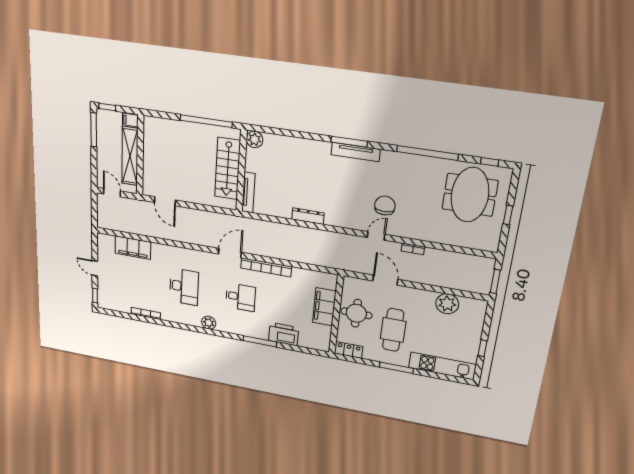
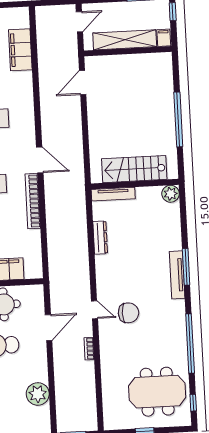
plant: (254, 139) -> (171, 194), moved
stairs: (228, 169) -> (134, 169), moved
wall: (241, 171) -> (135, 184), moved
tv unit: (248, 193) -> (113, 194), moved

